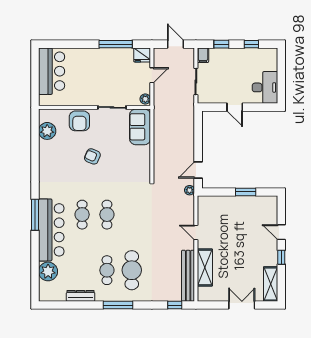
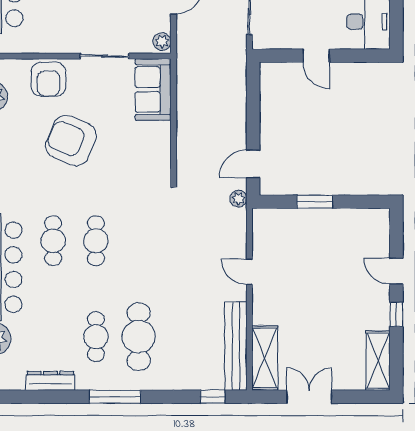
armchair: (92, 156) -> (71, 141), width x1.88, depth x1.88
window: (246, 192) -> (315, 202), moved
shelving: (205, 268) -> (265, 358), moved
double door: (242, 305) -> (309, 397), moved

